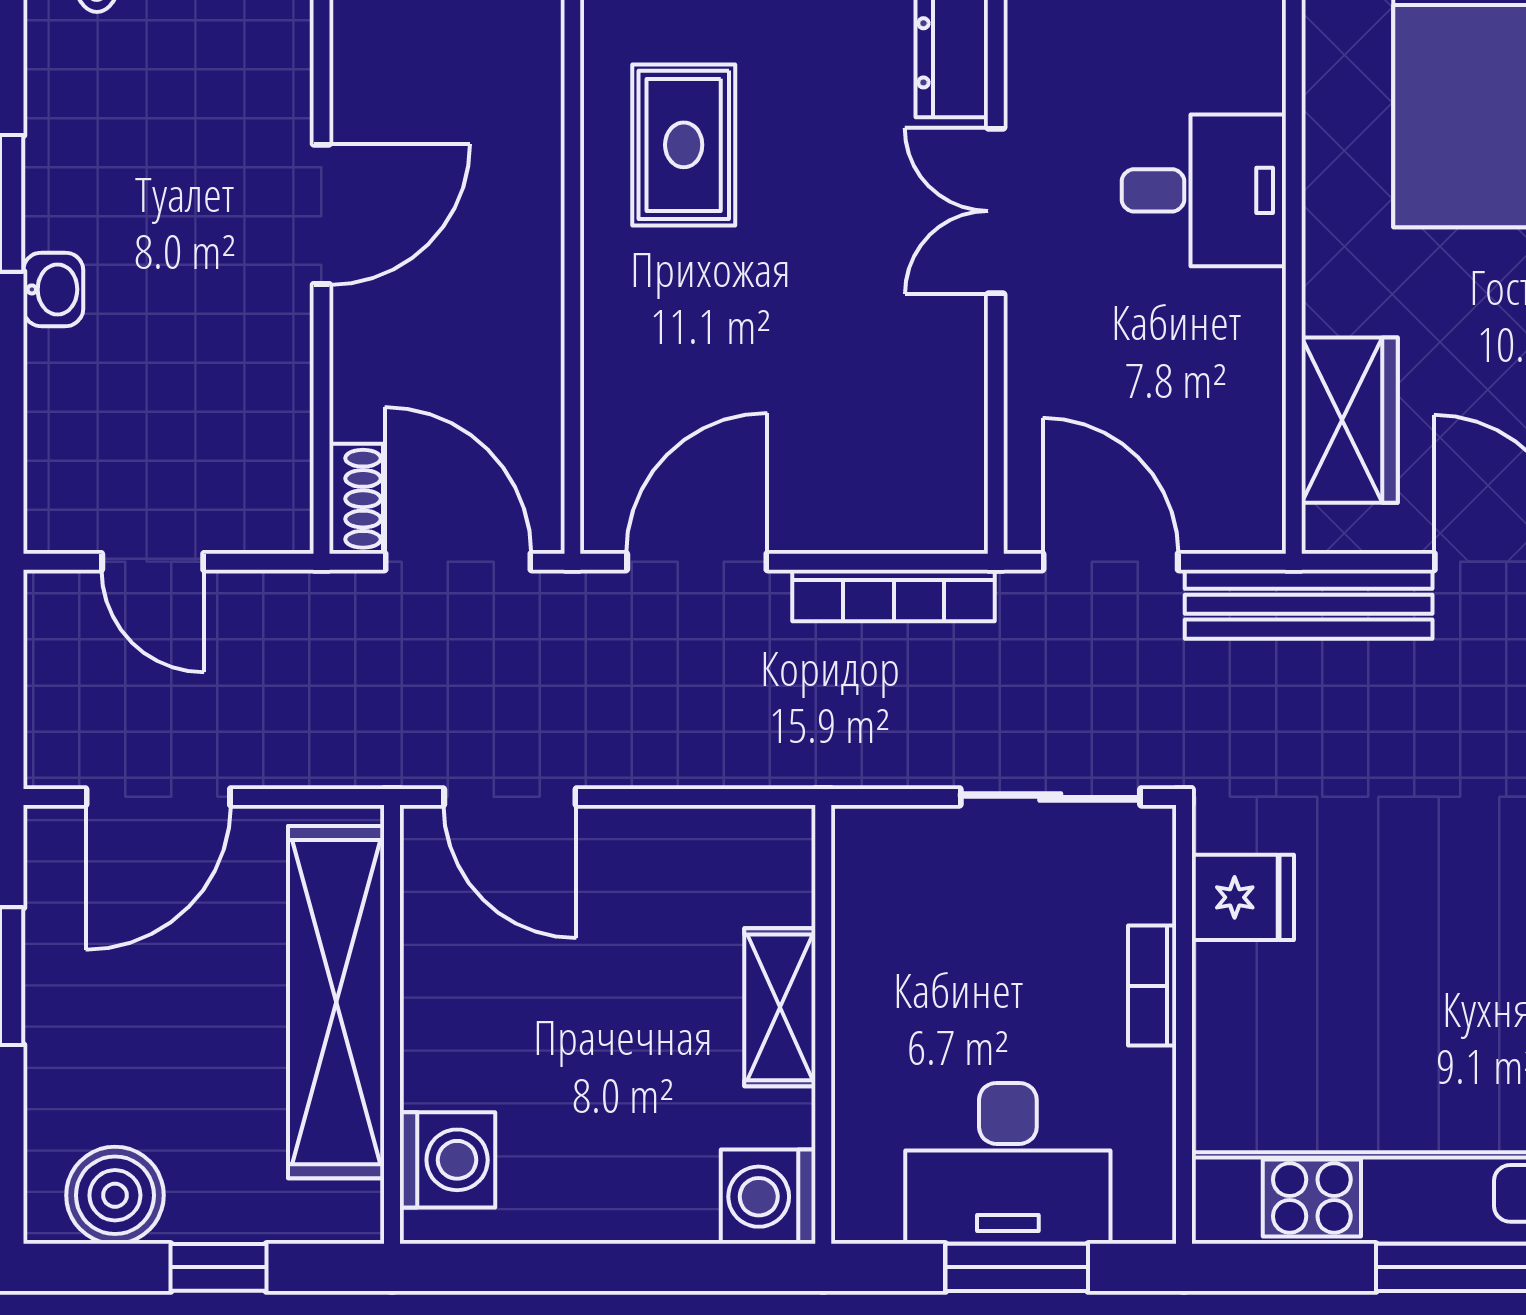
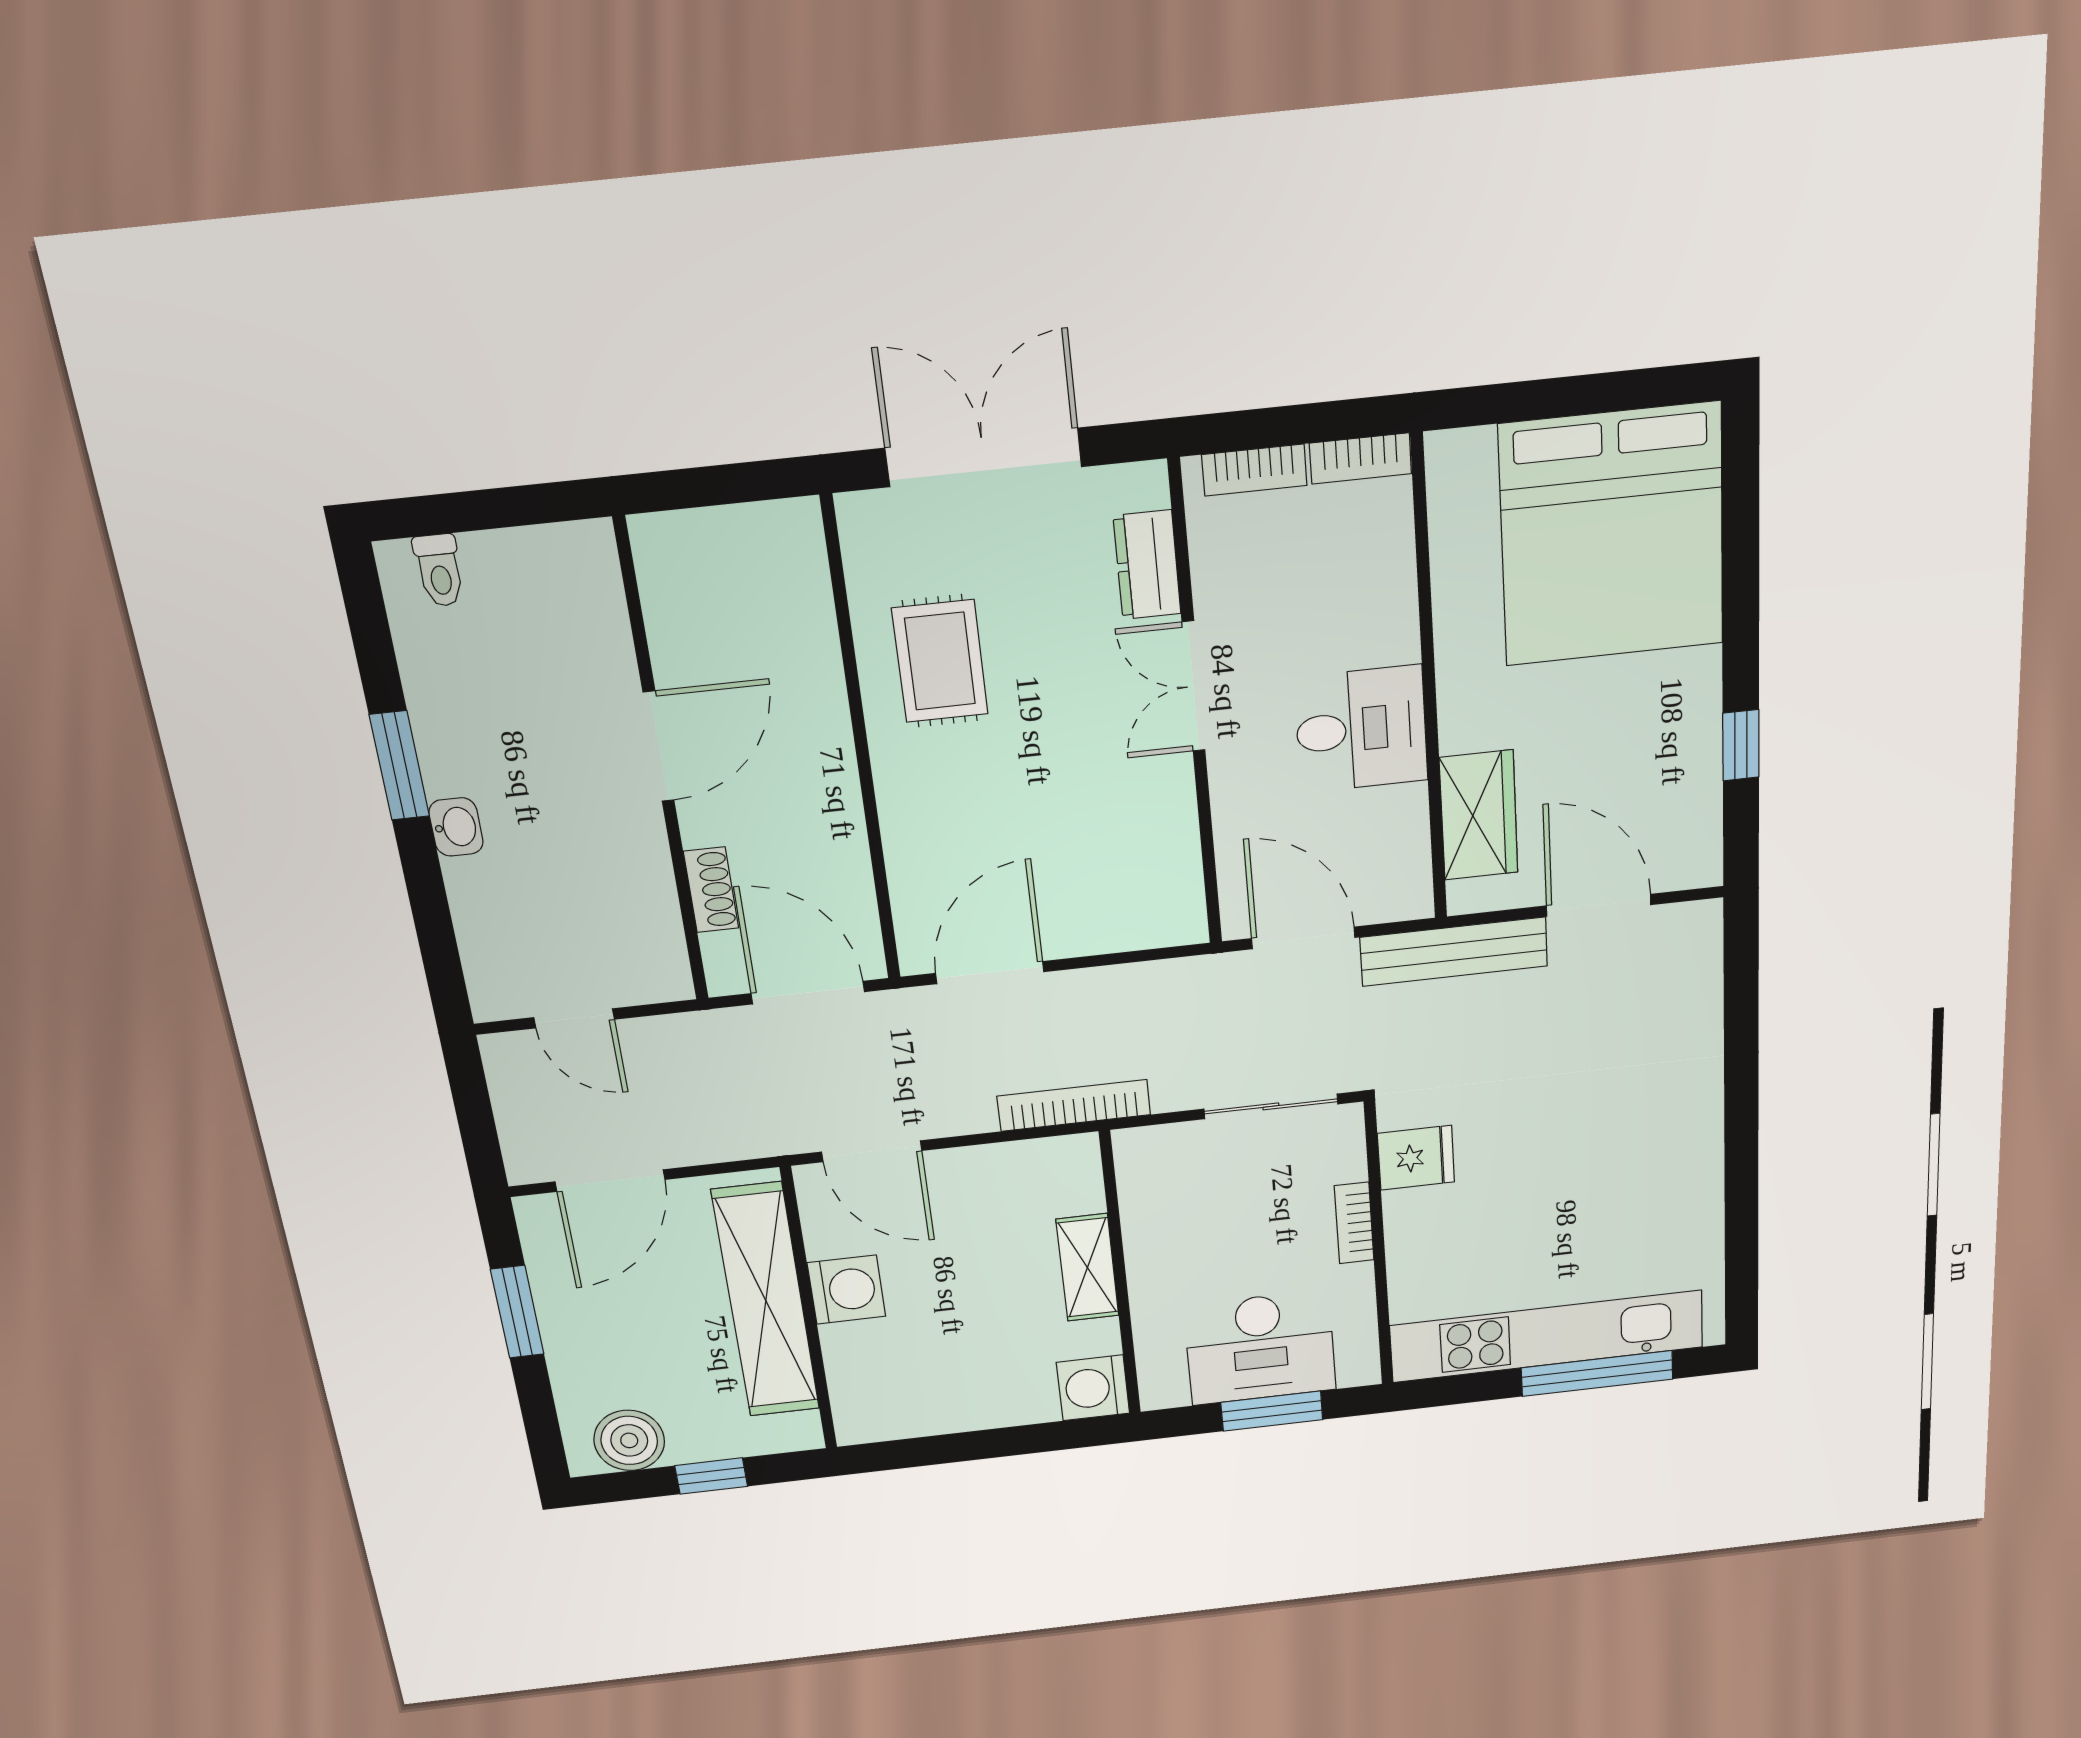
desk: (1204, 190) -> (1361, 729), moved
shoe rack: (356, 499) -> (711, 890), moved
bookcase: (894, 595) -> (1074, 1105), moved, turned 180
washing machine: (448, 1160) -> (846, 1290), moved

